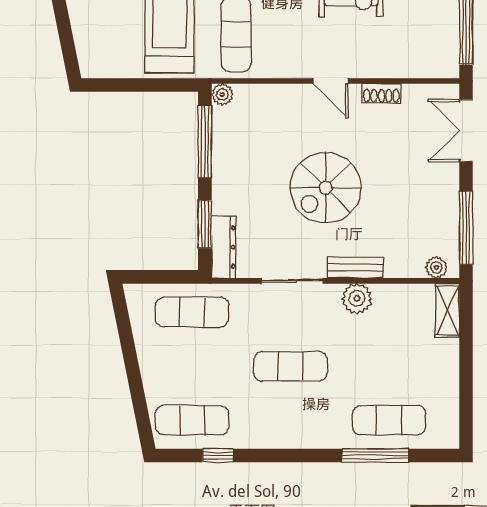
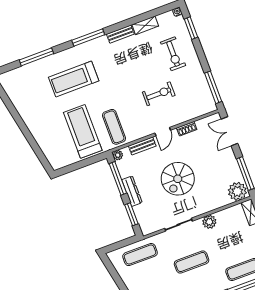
door: (331, 81) -> (163, 132), hinge flipped
dresser: (224, 247) -> (132, 191), moved
plant: (436, 267) -> (237, 191), width x1.87, depth x1.87
bench: (355, 268) -> (142, 146), moved

